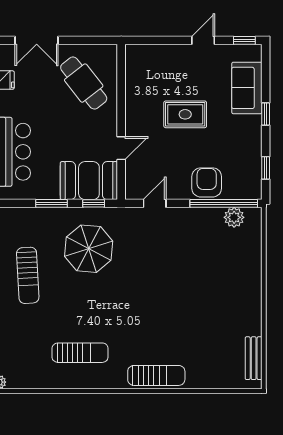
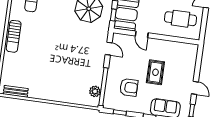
cafe table: (84, 83) -> (181, 19), turned 38
armchair: (207, 182) -> (129, 87), moved

